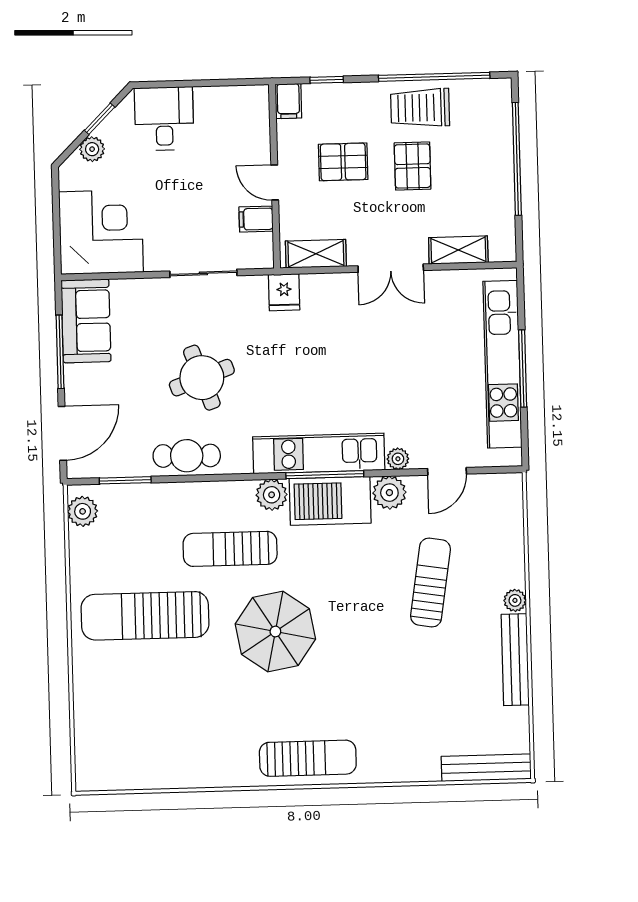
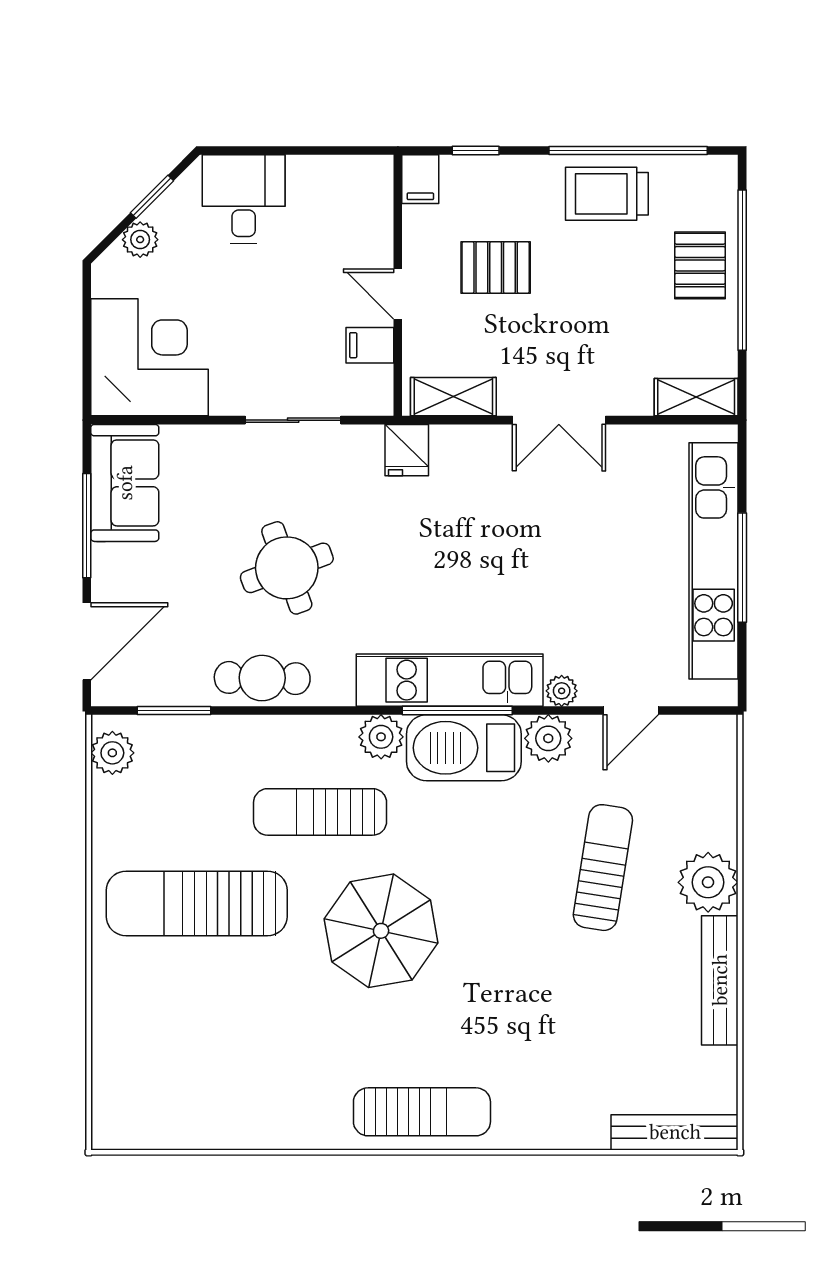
pallet: (413, 166) -> (700, 265), moved
shelving: (458, 250) -> (696, 397), moved
plant: (515, 600) -> (708, 882), width x1.88, depth x1.88

